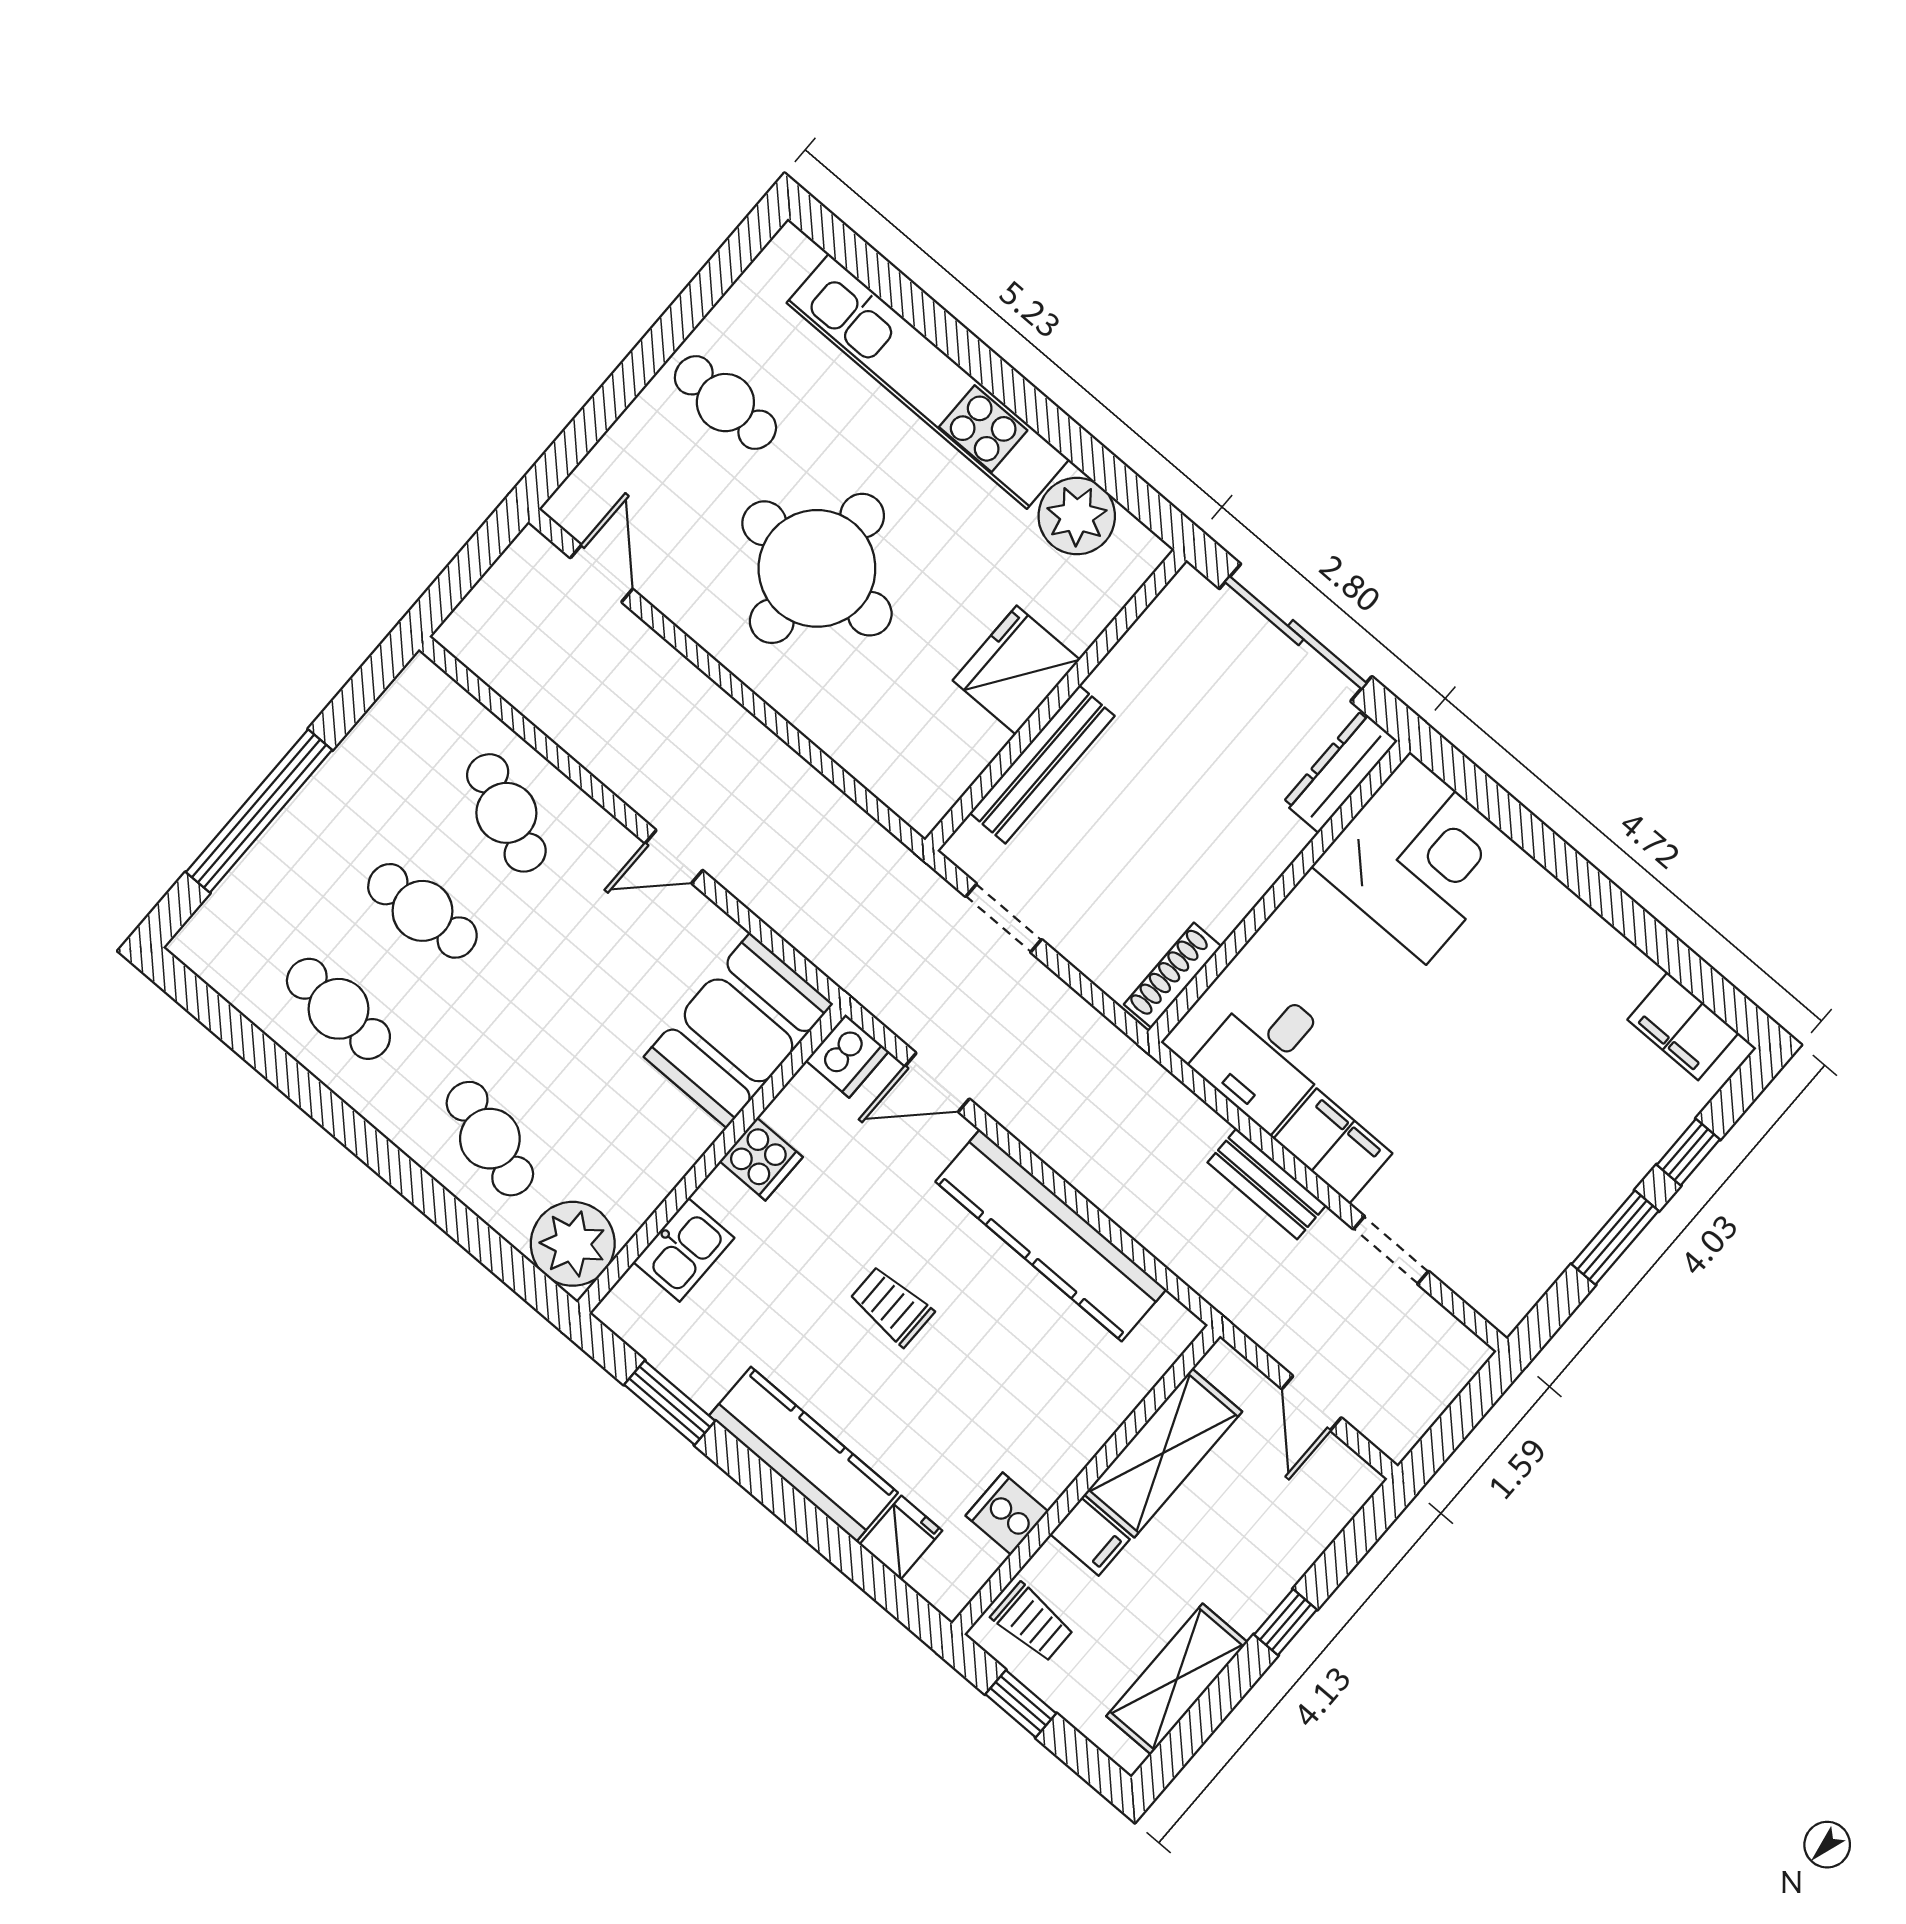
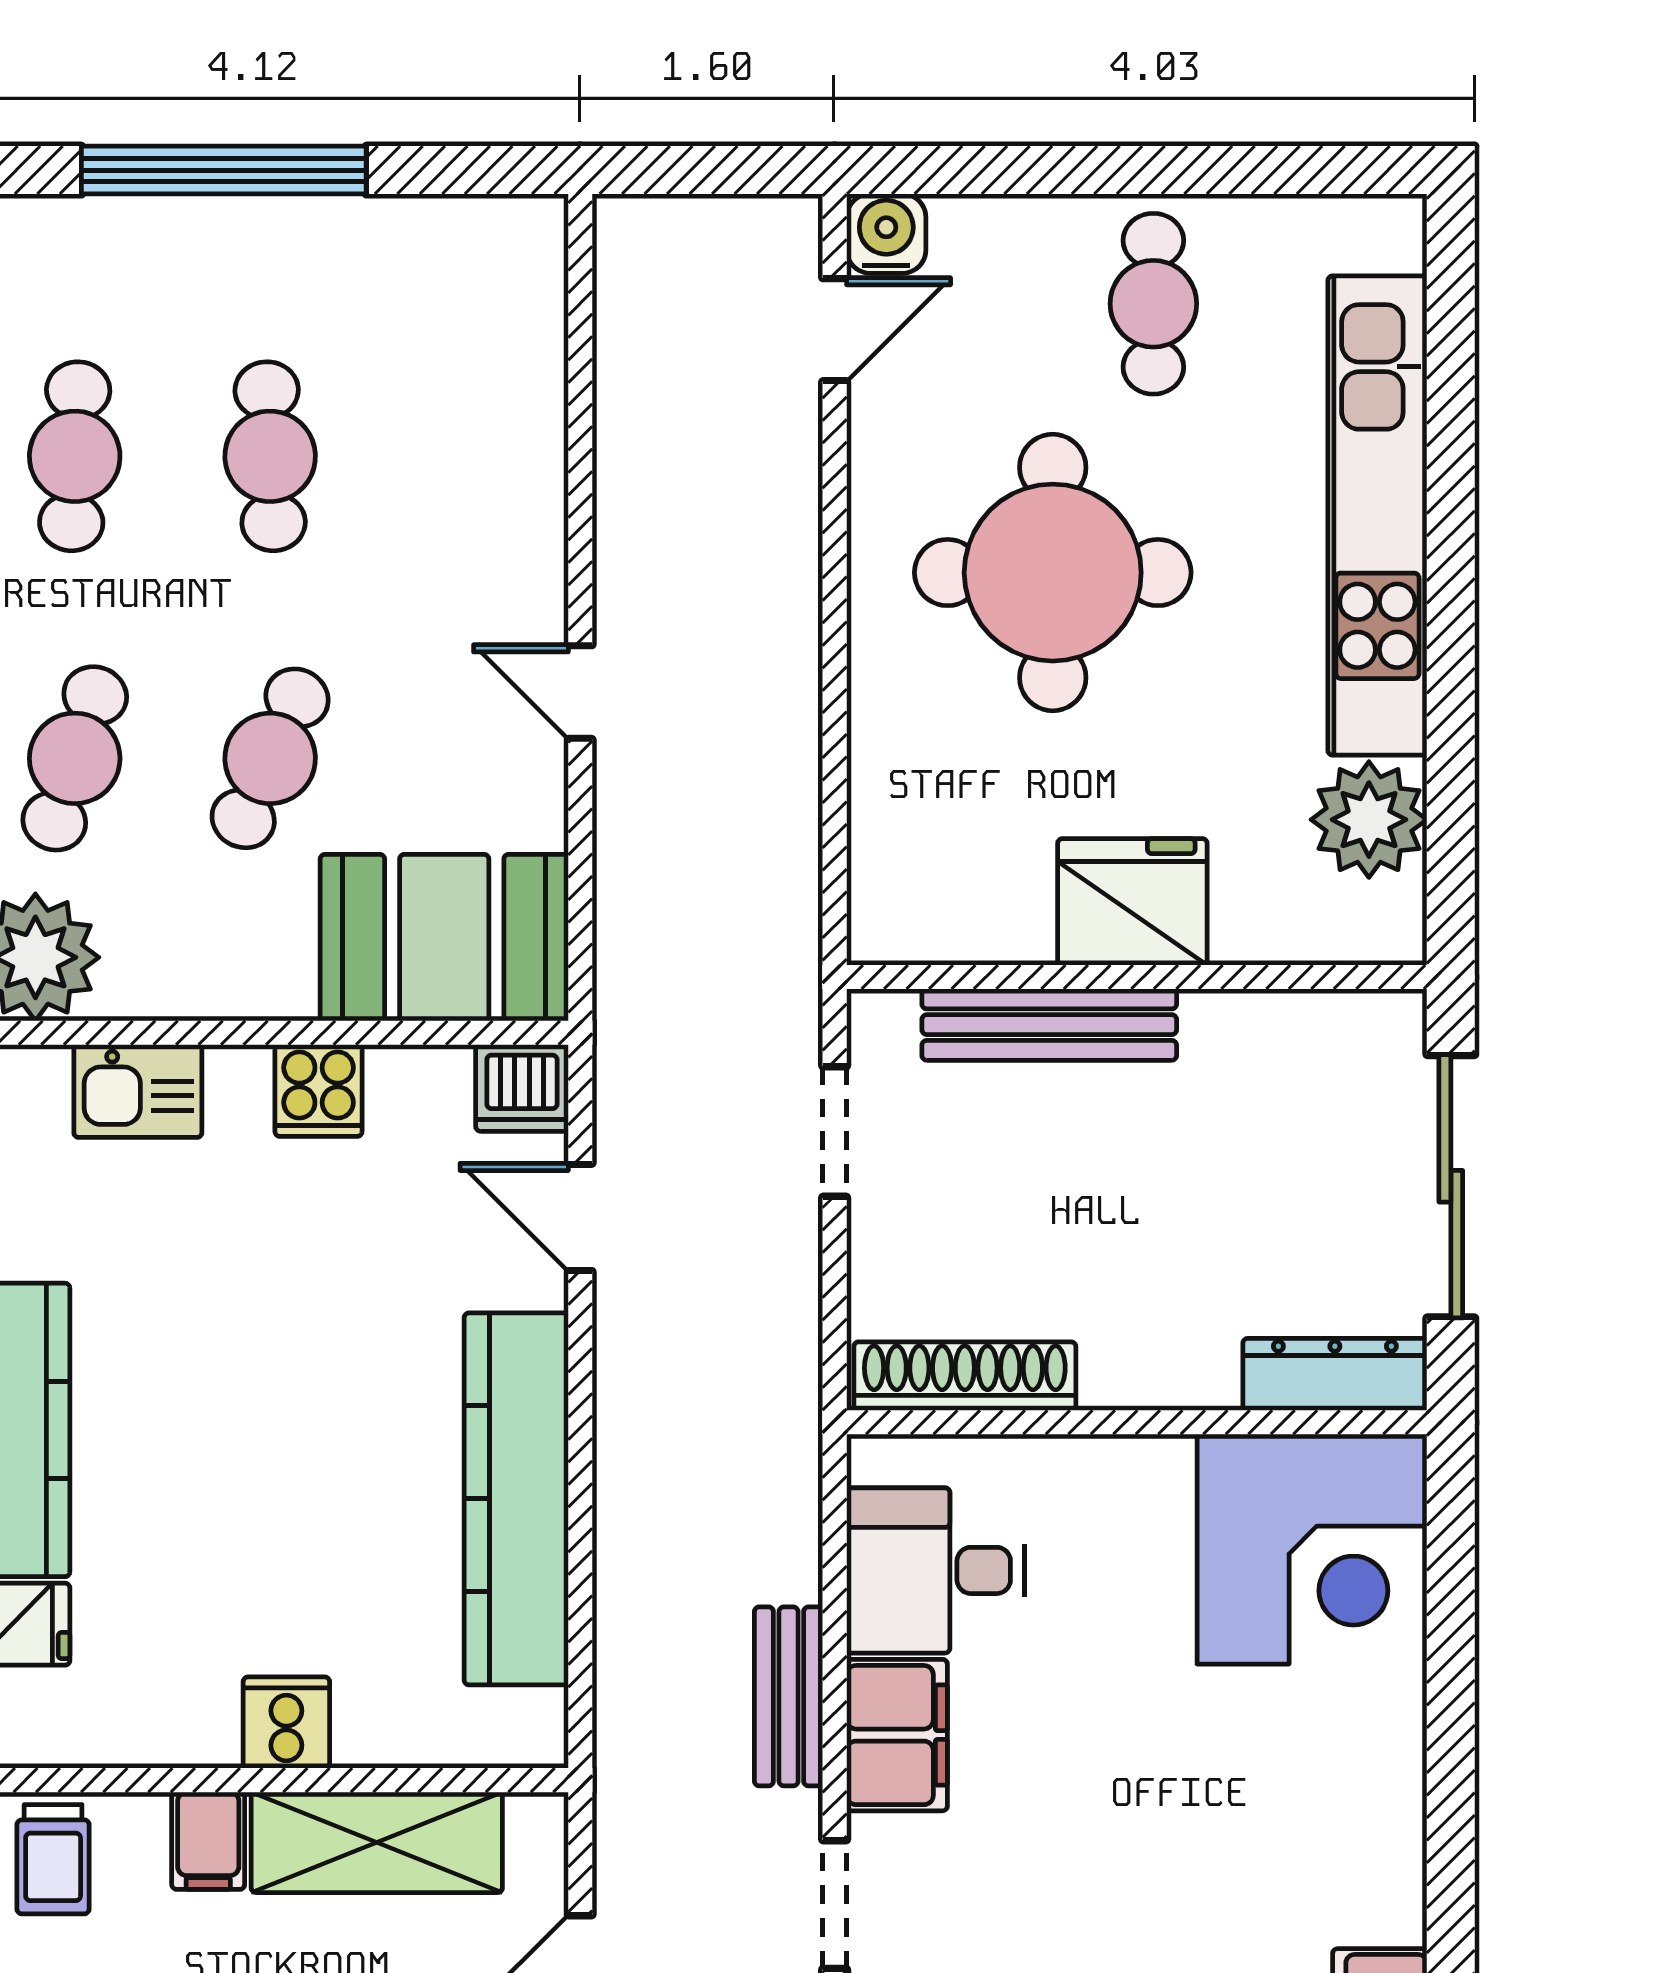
water cooler: (576, 506) -> (886, 234), added
cafe table: (506, 813) -> (270, 758), moved
shoe rack: (1173, 975) -> (965, 1376), width x1.36, depth x1.24
trolley: (892, 1306) -> (278, 1385), removed
cooker: (1007, 1514) -> (286, 1723), moved

